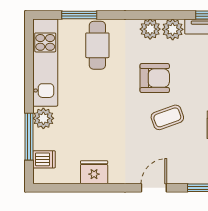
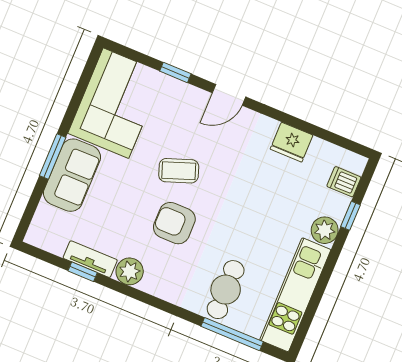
window: (79, 15) -> (232, 334), width x1.44
plant: (150, 29) -> (156, 283), removed
window: (29, 137) -> (350, 216), width x0.46

